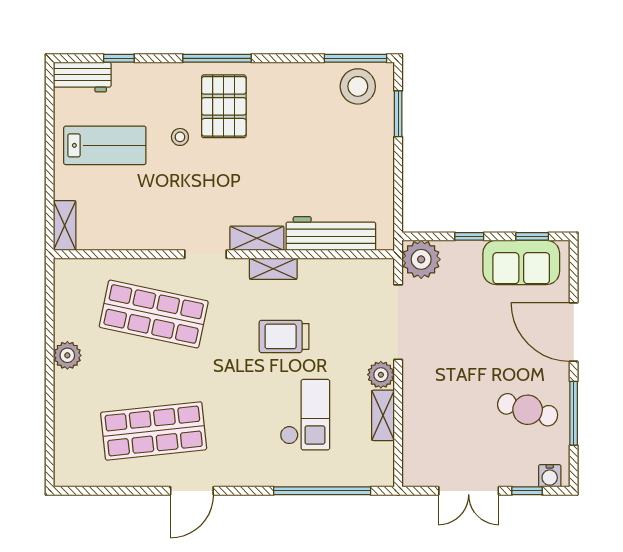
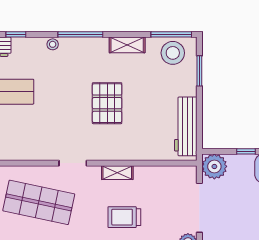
pallet: (224, 106) -> (107, 103), moved
stool: (180, 137) -> (53, 44), moved
workbench: (331, 234) -> (186, 126), moved, turned -90
shelving: (257, 238) -> (127, 45), moved

